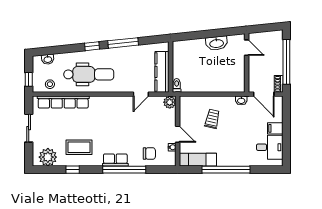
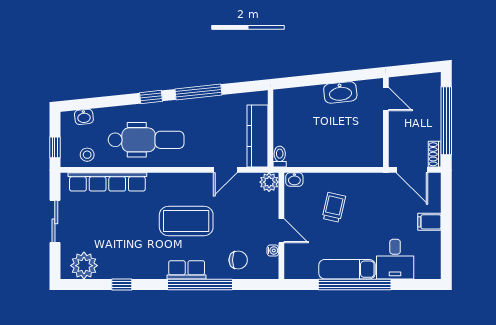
washbasin: (241, 100) -> (294, 179), moved
coffee table: (79, 147) -> (186, 221), moved, width x1.36, depth x1.32
desk: (270, 147) -> (395, 259), moved, turned 90
exam couch: (198, 160) -> (347, 269), moved

